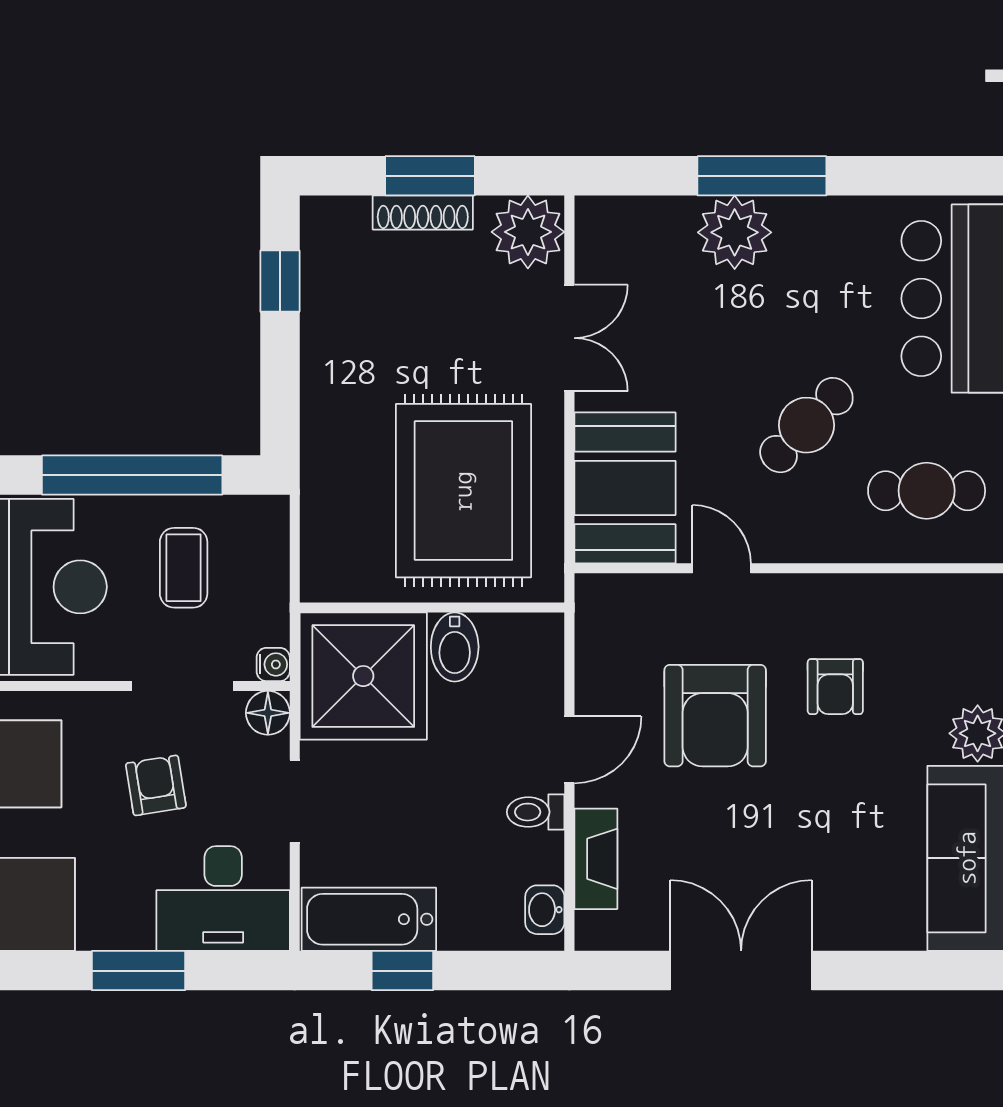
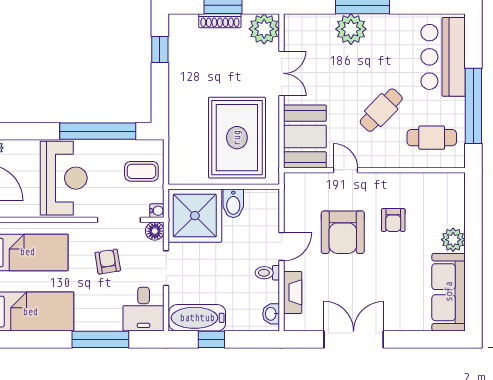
coffee table: (184, 568) -> (141, 171), moved, turned 90
desk: (223, 899) -> (144, 309), width x0.73
window: (139, 971) -> (100, 339), width x1.44

